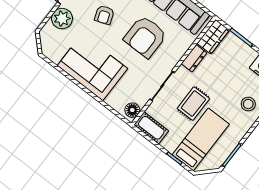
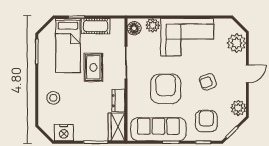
armchair: (104, 15) -> (208, 82), turned -90
plant: (62, 19) -> (237, 43), moved
plant: (114, 100) -> (153, 25), added
cot: (151, 128) -> (96, 26), moved

